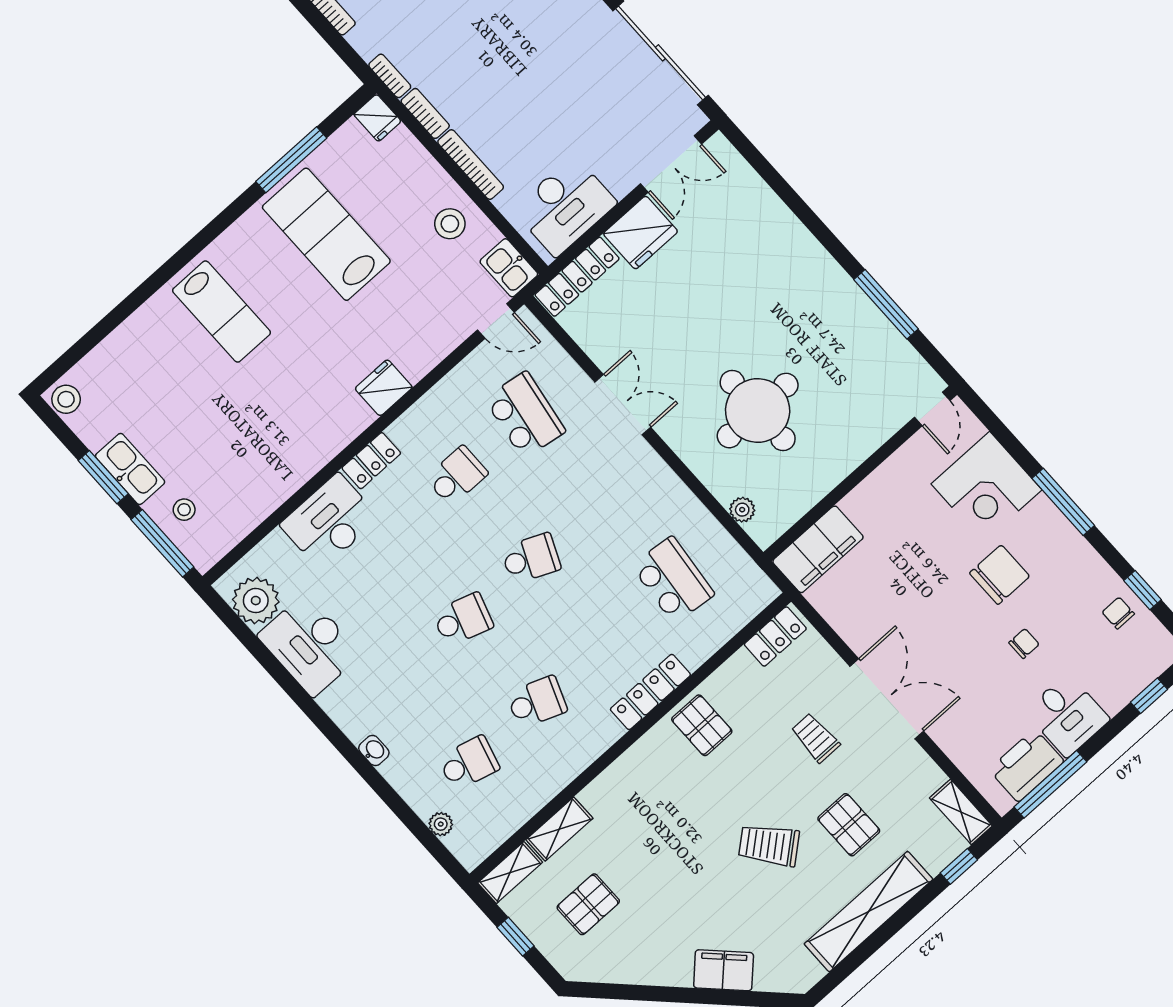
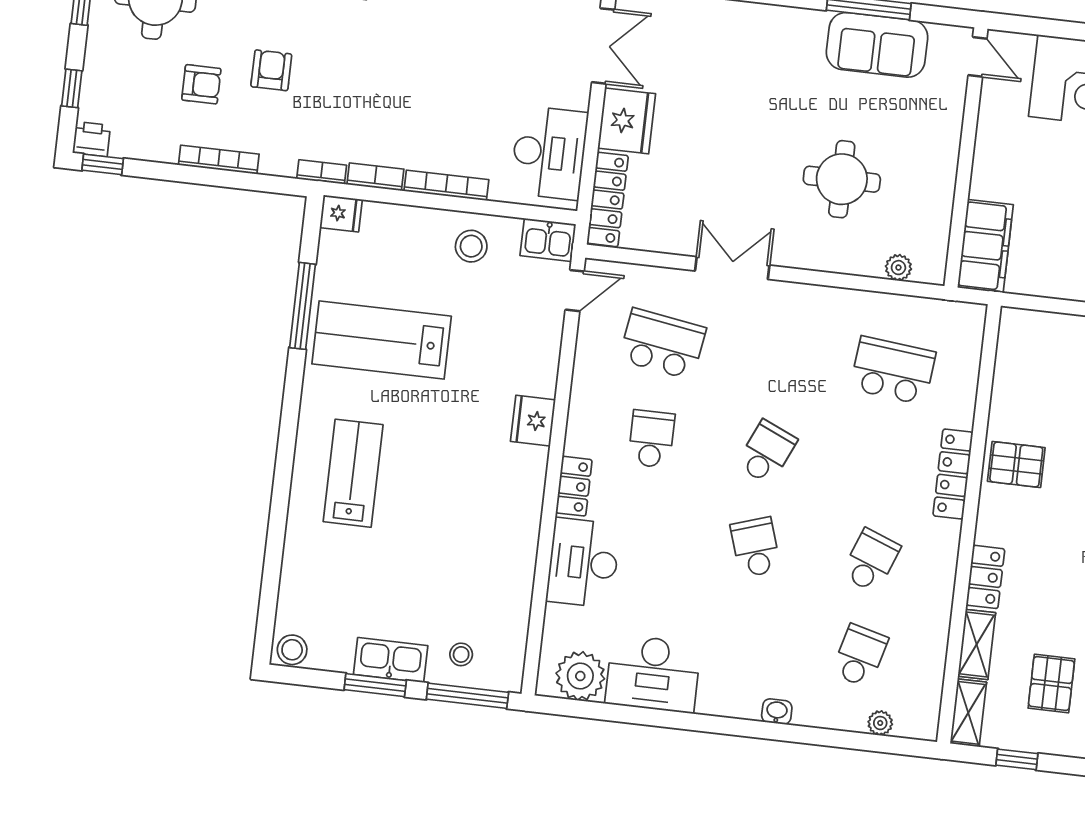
lab bench: (222, 311) -> (353, 473), turned -90
sofa: (868, 337) -> (877, 45), added
round table: (758, 411) -> (842, 179), width x0.73, depth x0.73
school desk: (463, 619) -> (756, 547), turned -36
locker: (775, 636) -> (985, 577), moved

